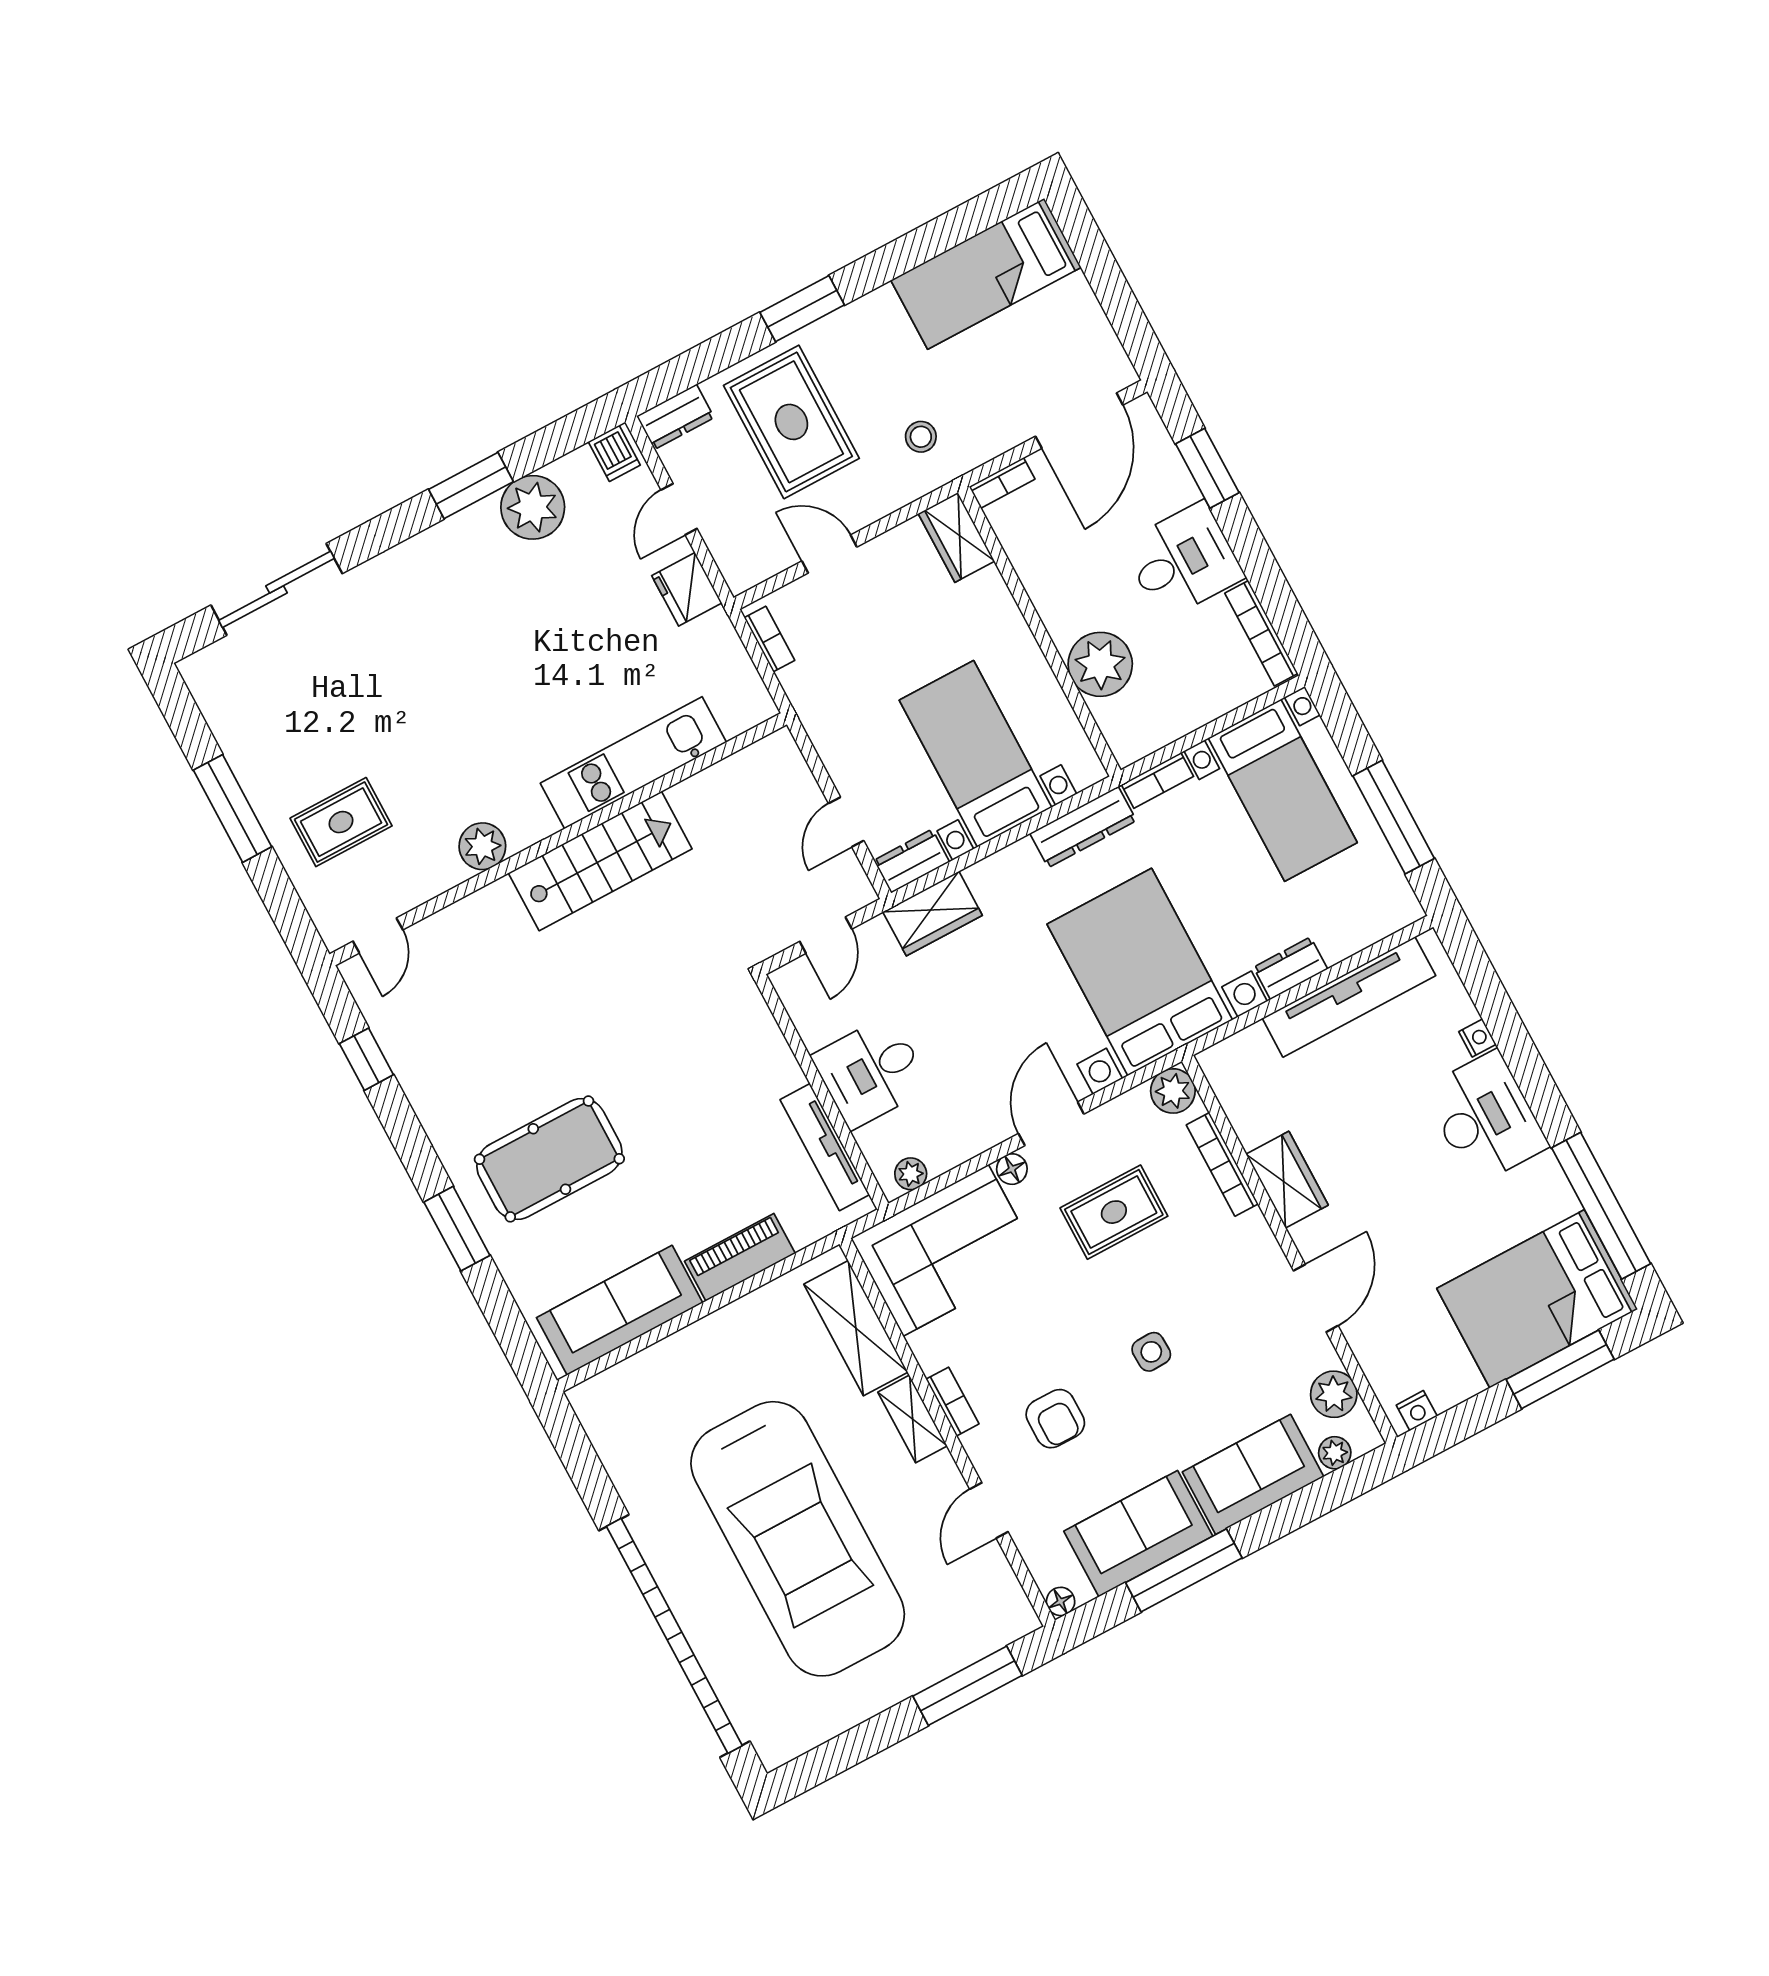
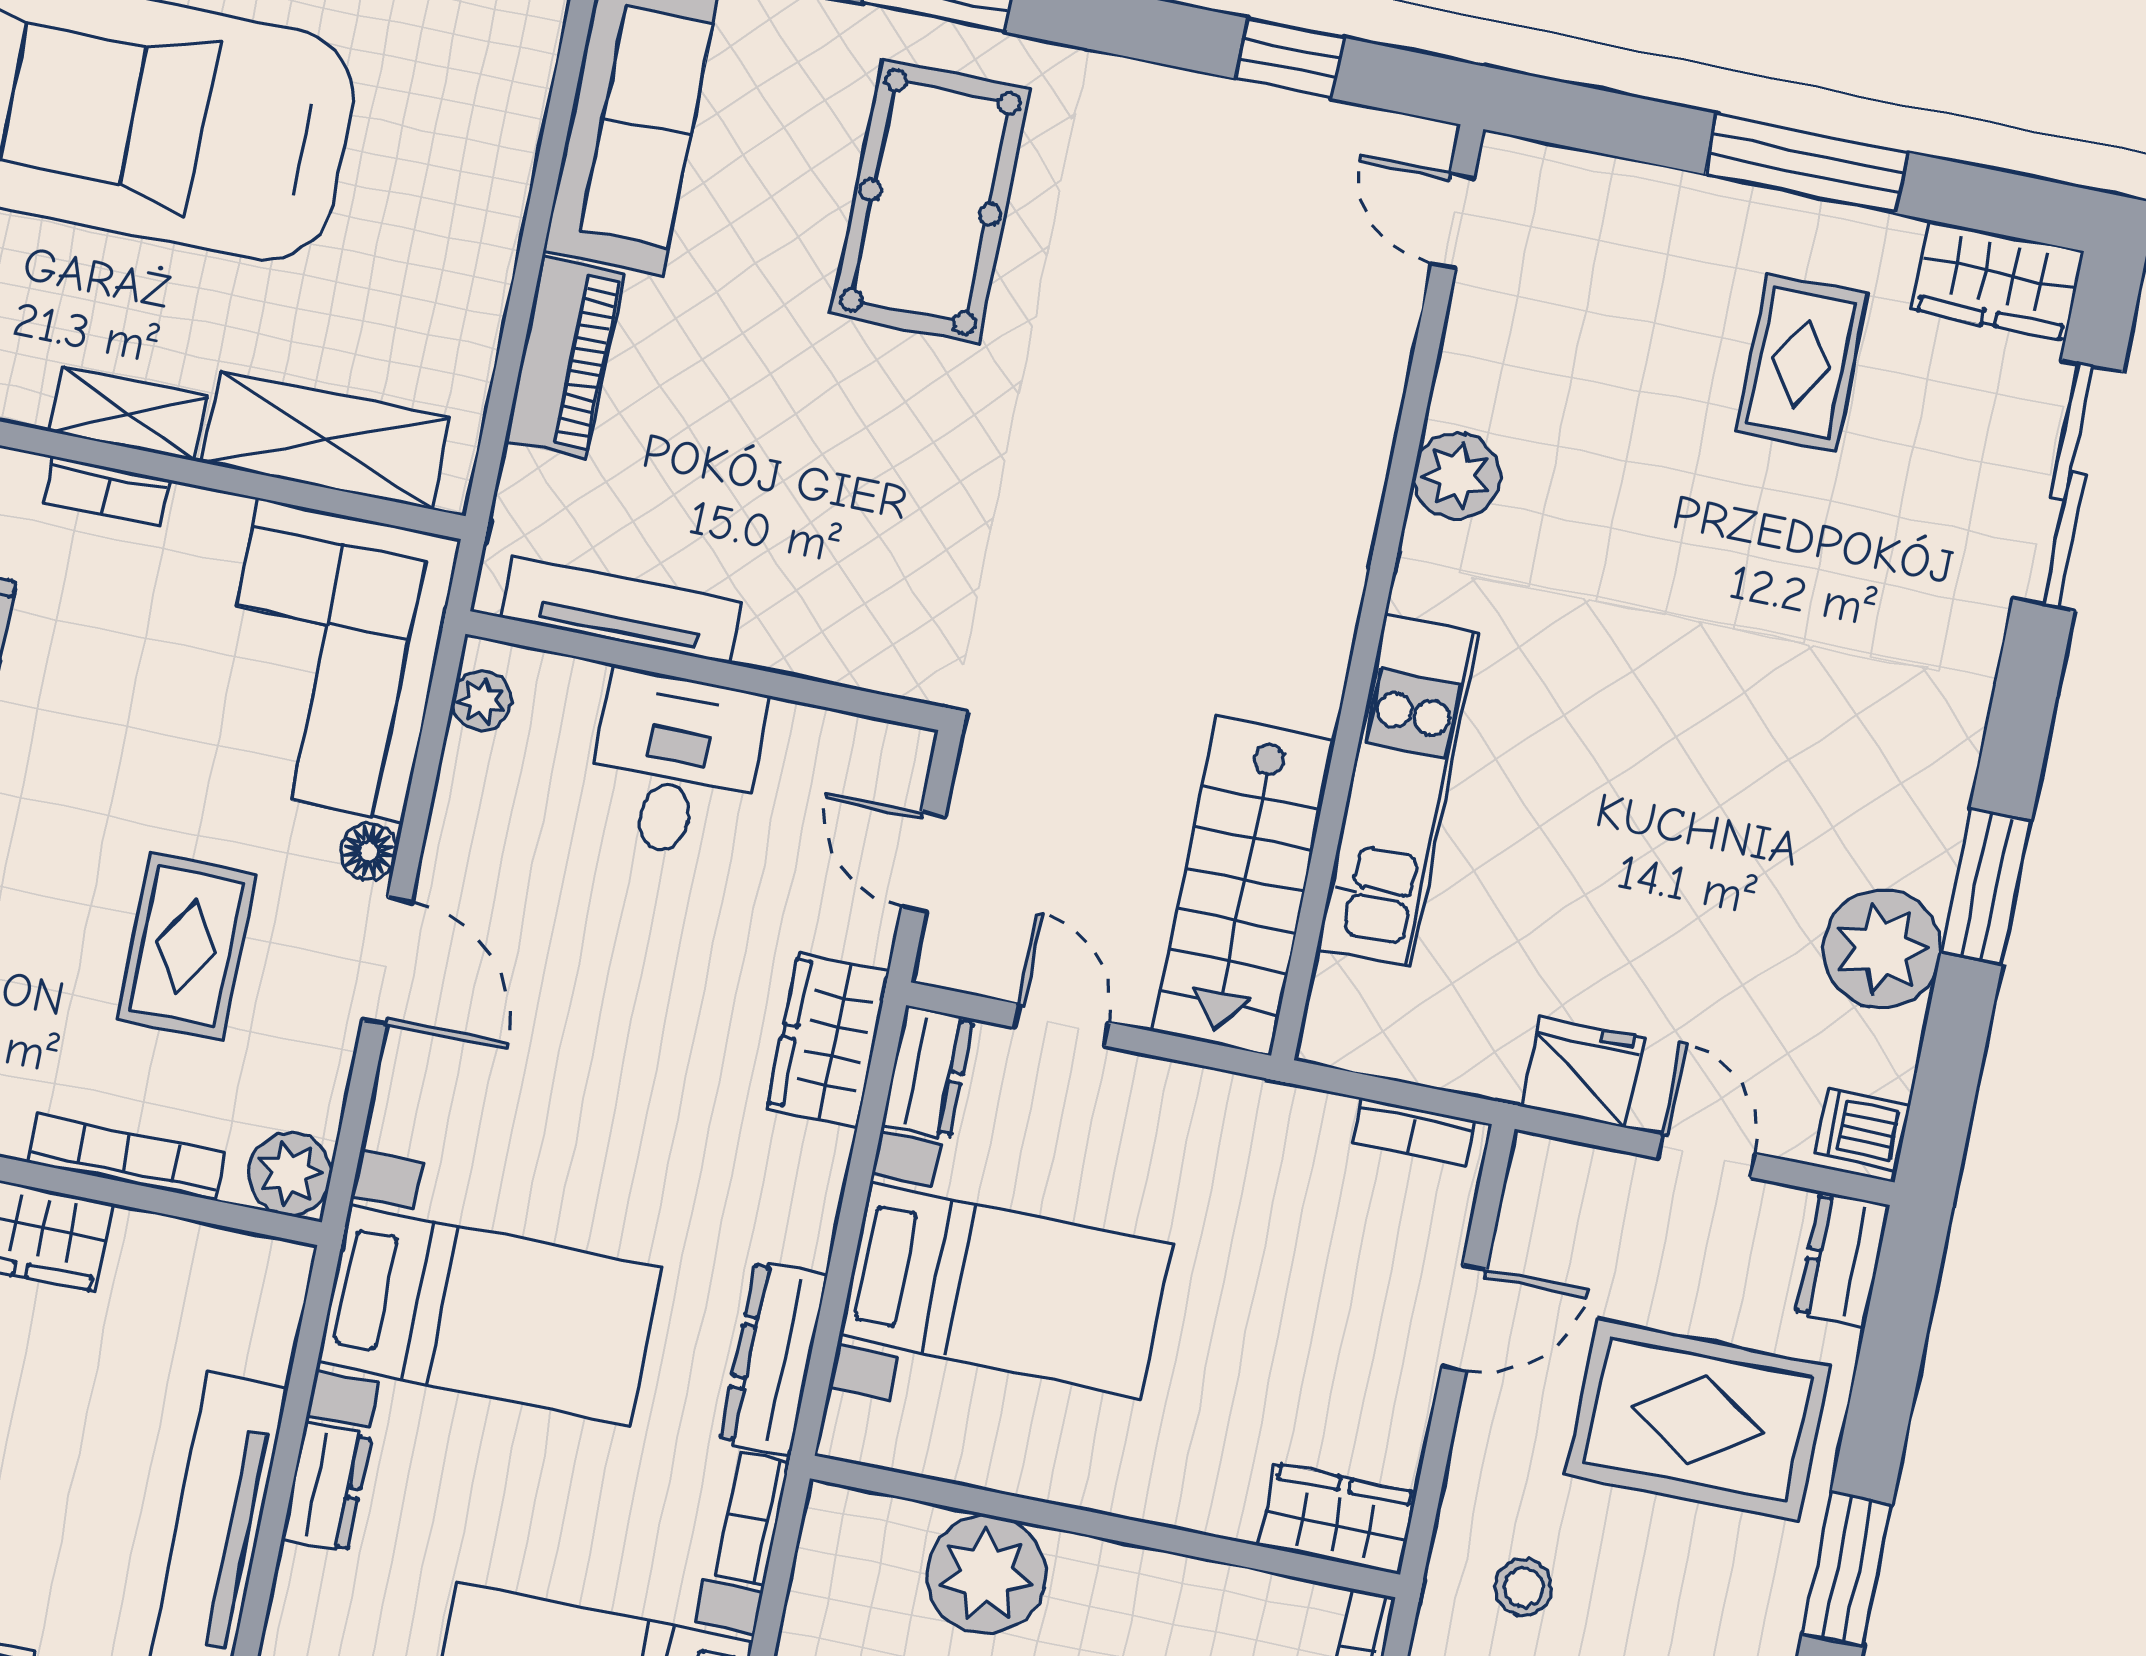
wardrobe: (215, 689) -> (1998, 280), added
rug: (341, 822) -> (1801, 363), moved
stairs: (600, 861) -> (1244, 886), moved
bed with nightstands: (1140, 972) -> (490, 1315), width x0.73

